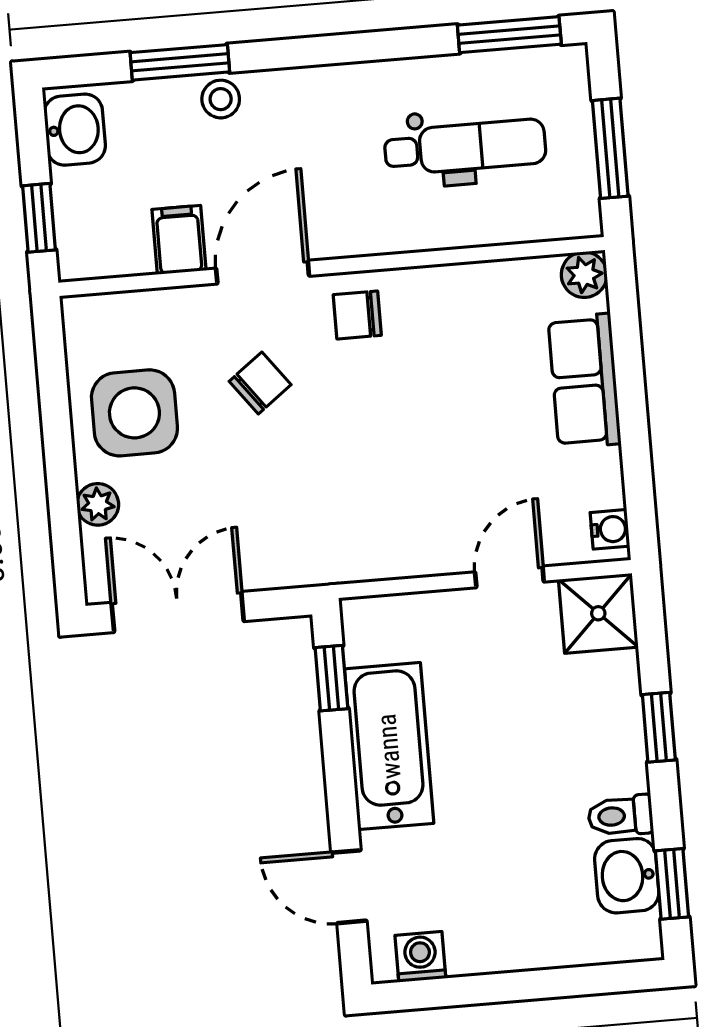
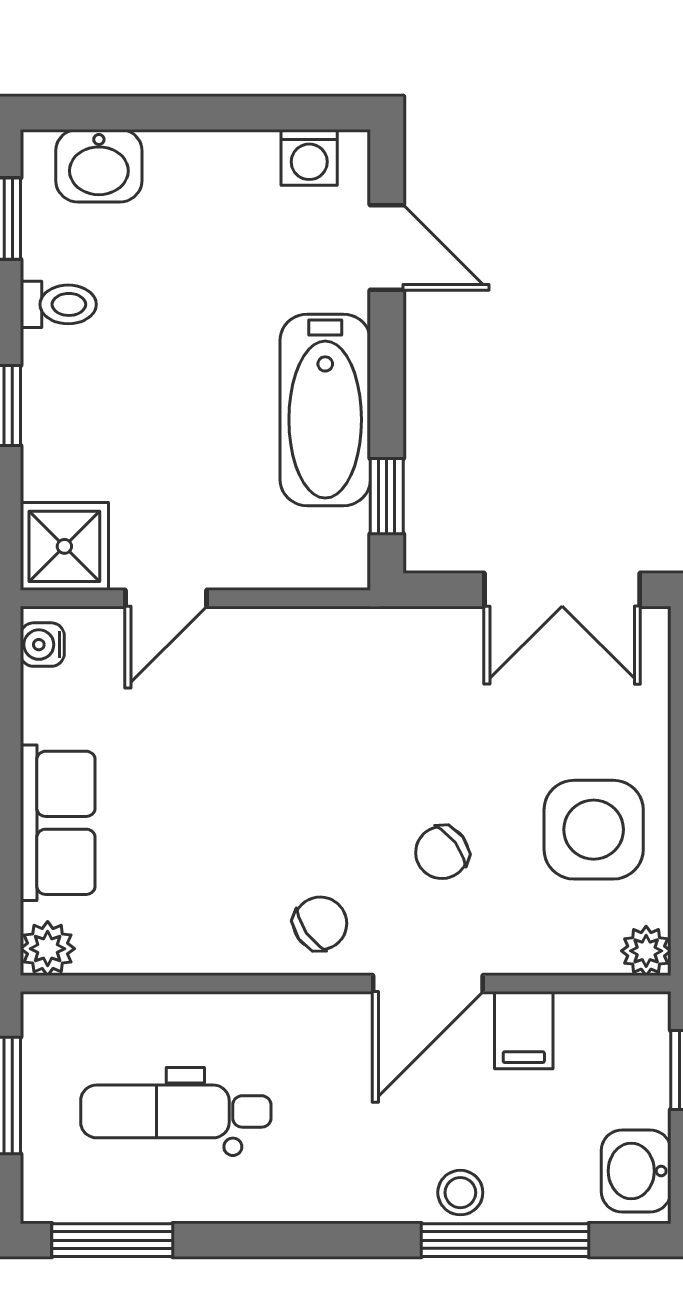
window: (180, 62) -> (505, 1240), width x1.44
chair: (357, 315) -> (320, 923), turned -35
plant: (98, 504) -> (646, 951), moved
washbasin: (627, 876) -> (99, 166), moved, turned 90

